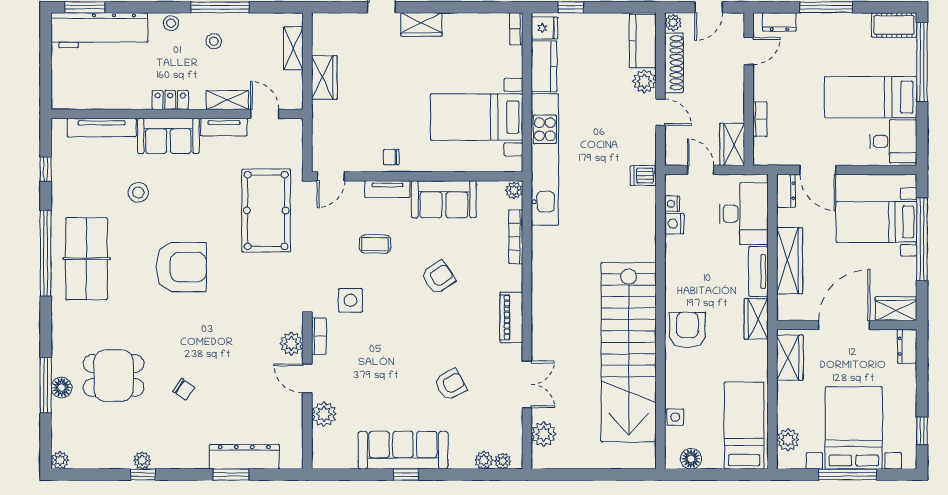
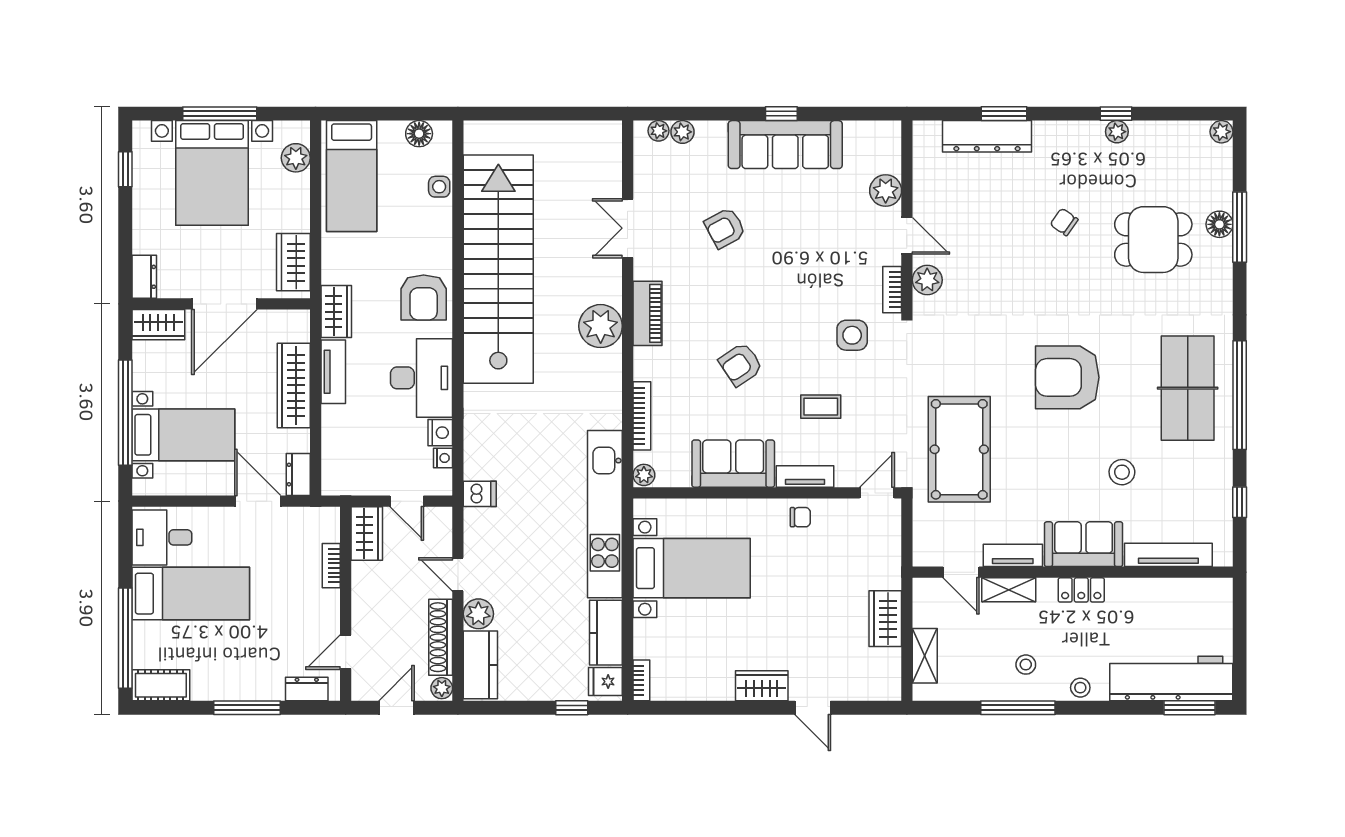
desk: (744, 214) -> (422, 378), moved, turned 180
plant: (544, 434) -> (601, 326), moved, width x1.36, depth x1.36

